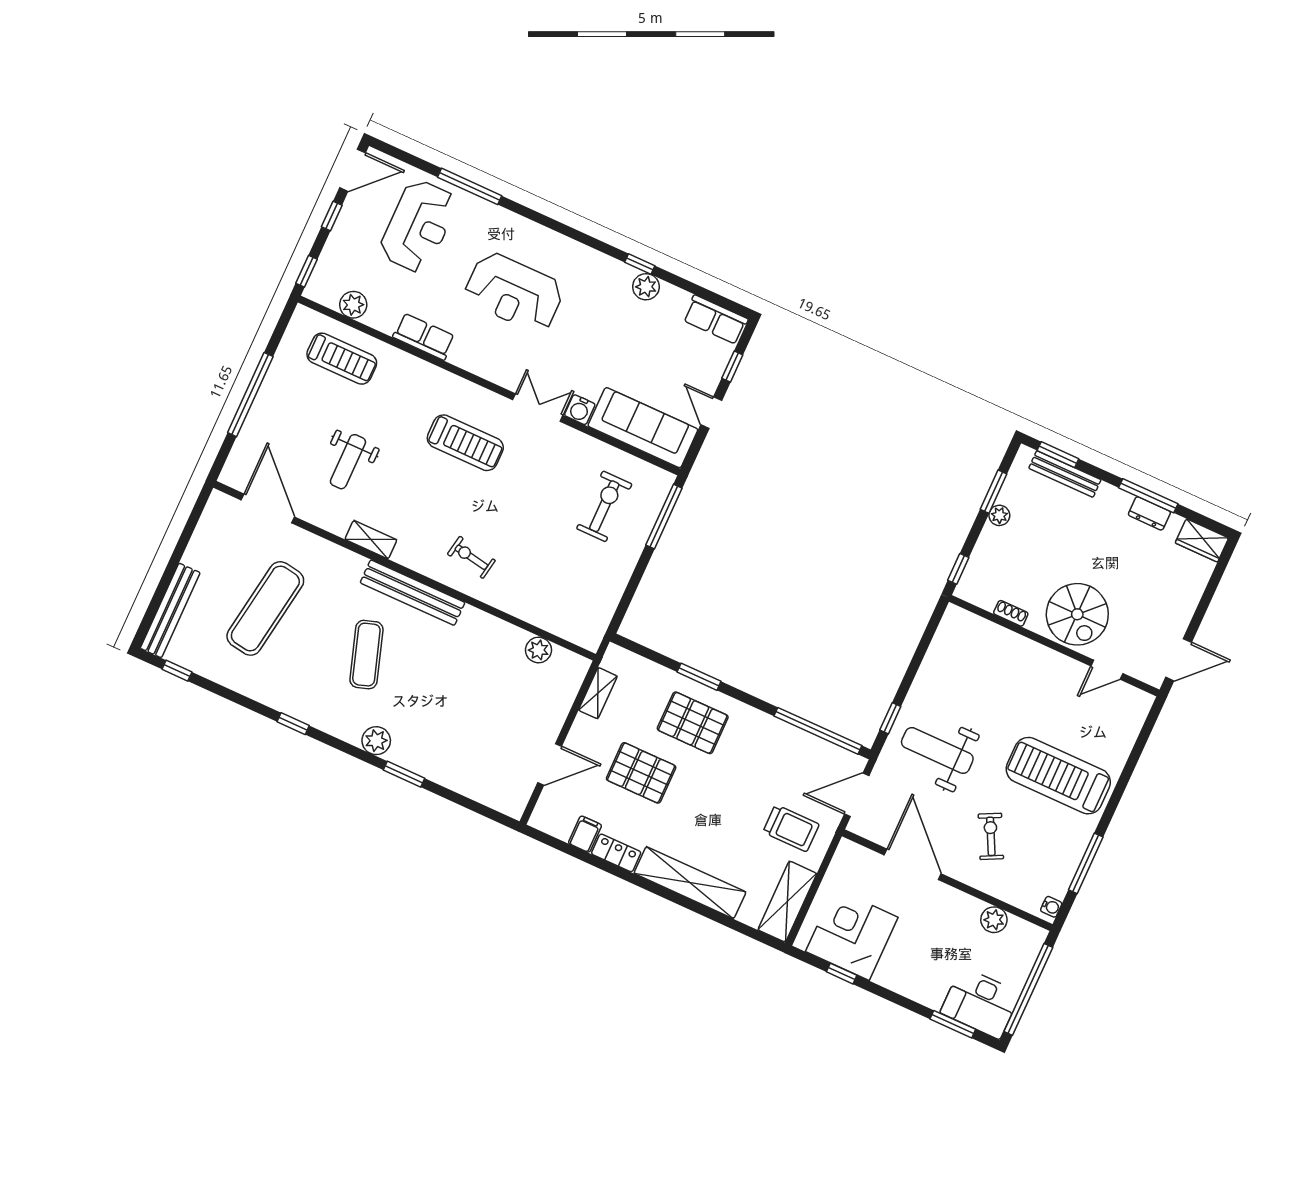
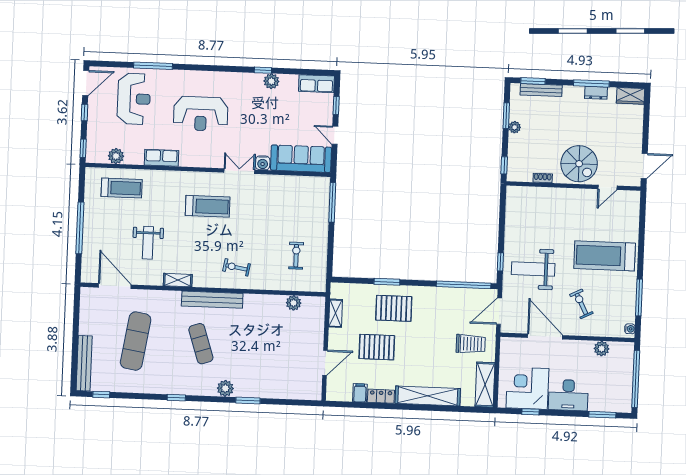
exercise bike: (604, 506) -> (296, 256), moved, width x0.73, depth x0.72
desk: (980, 1003) -> (568, 395), moved

